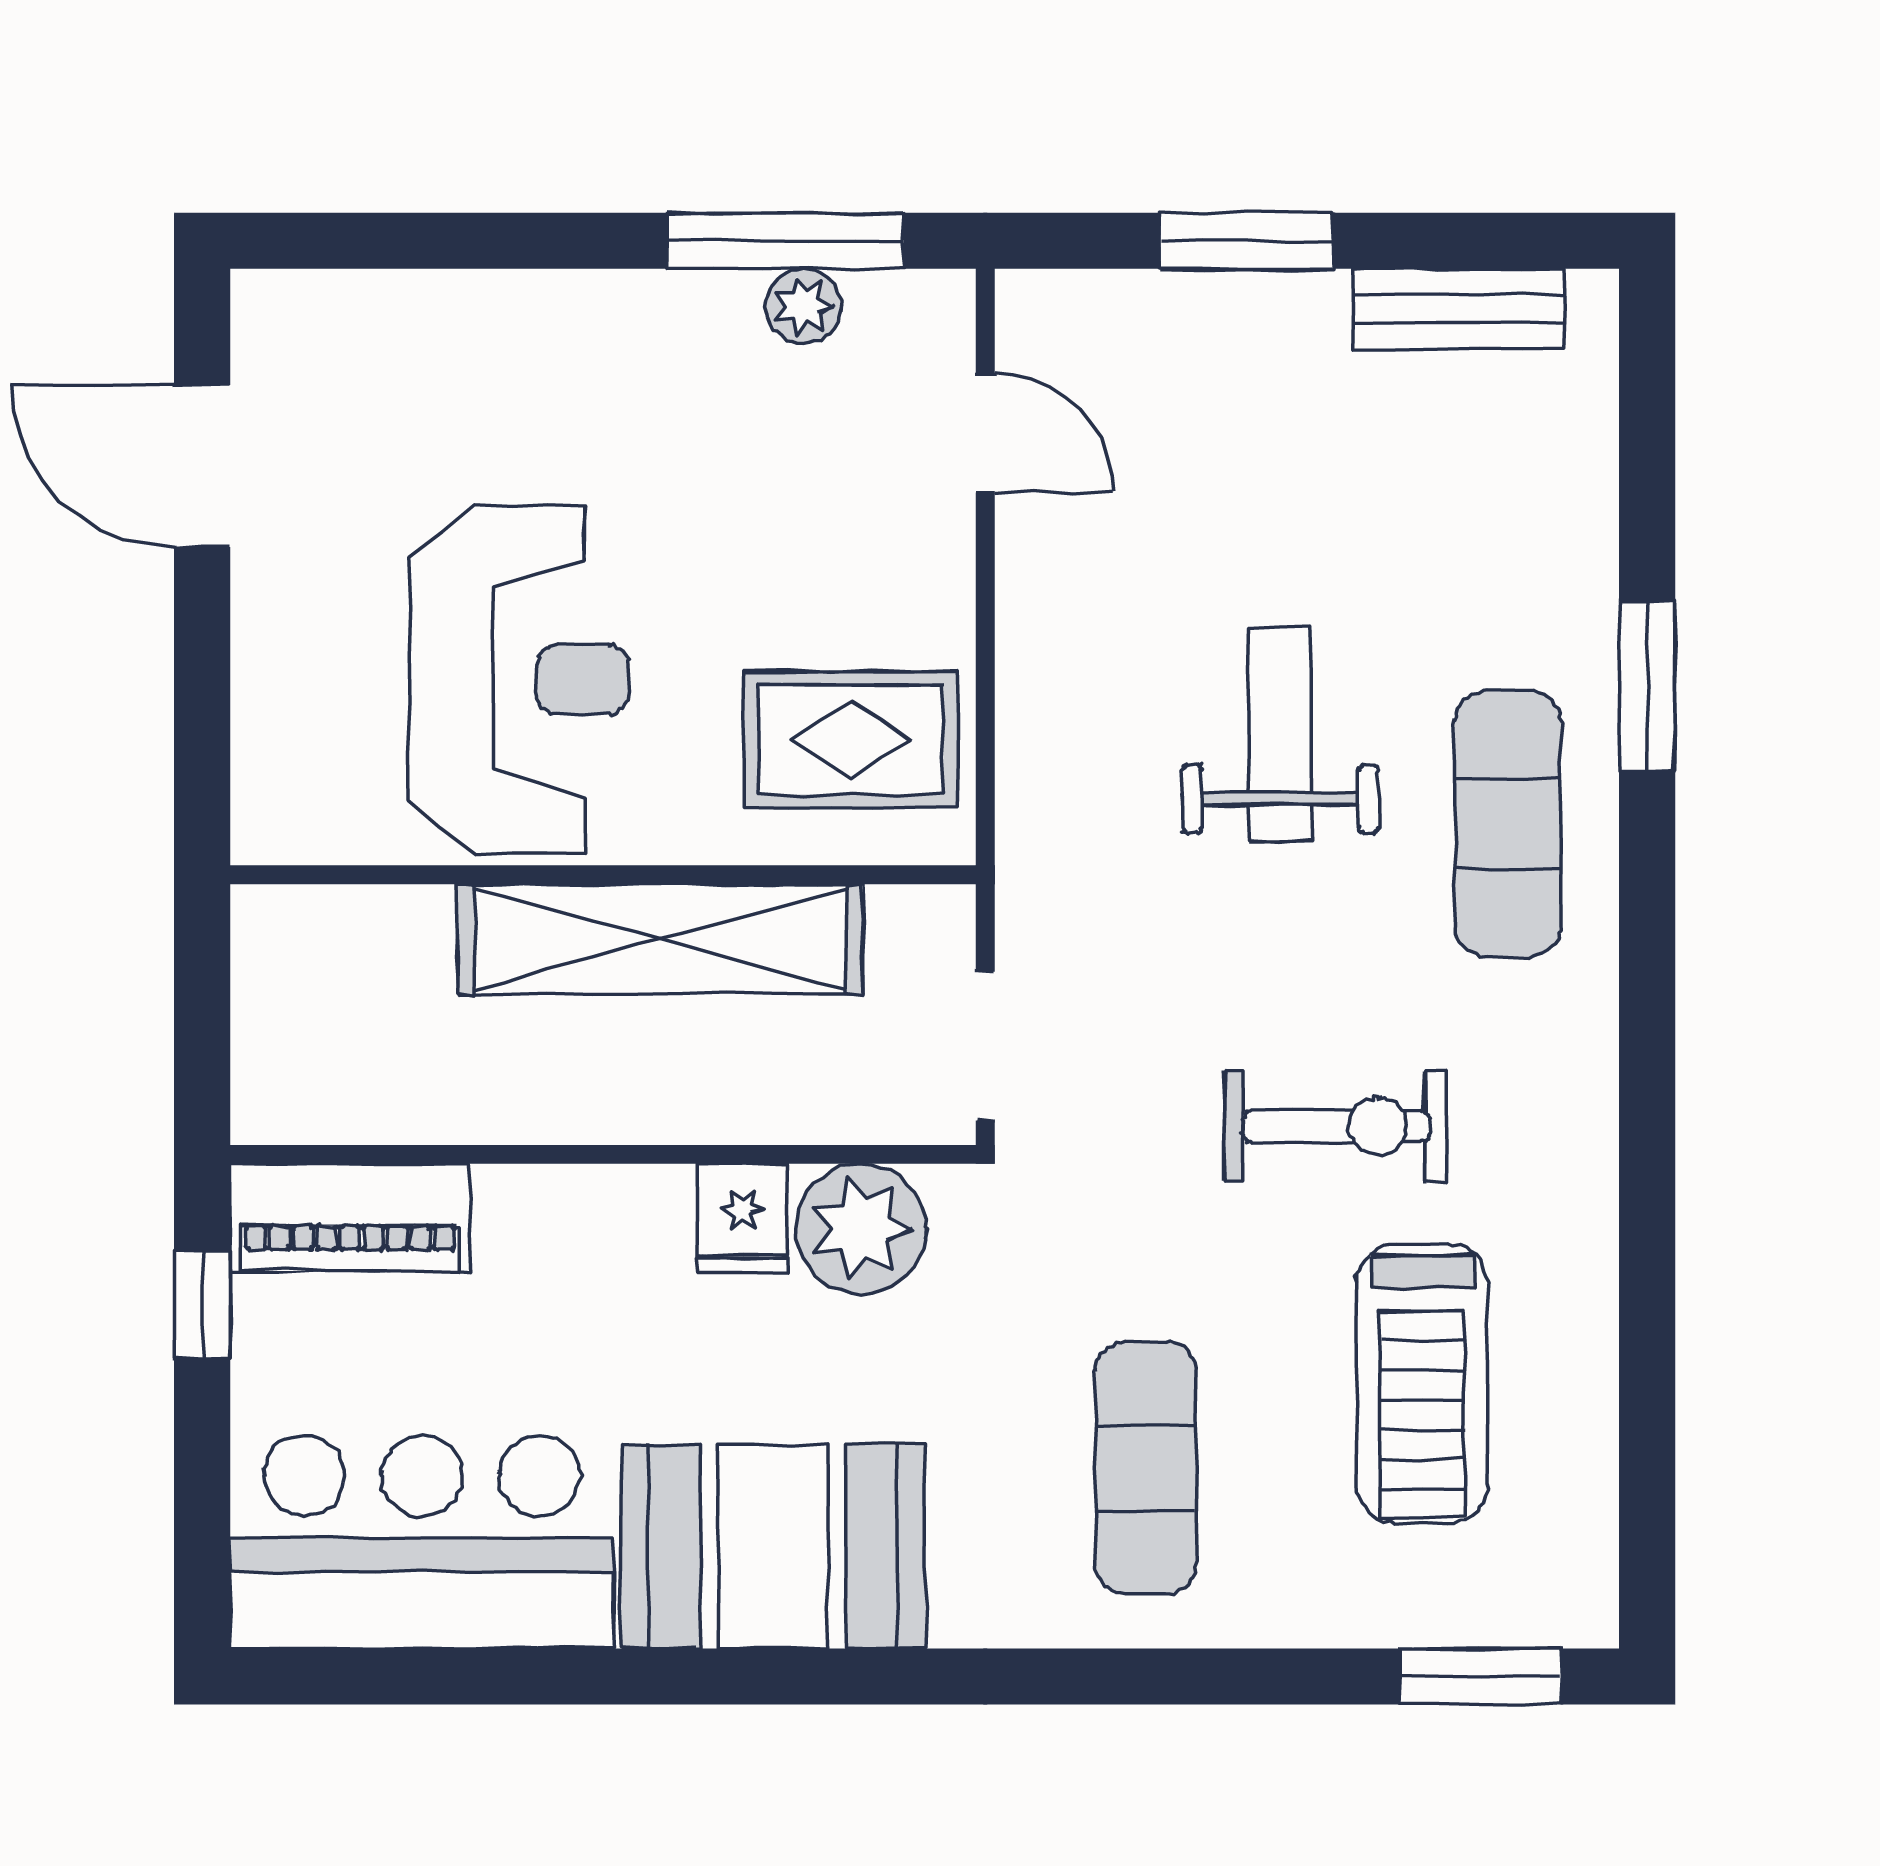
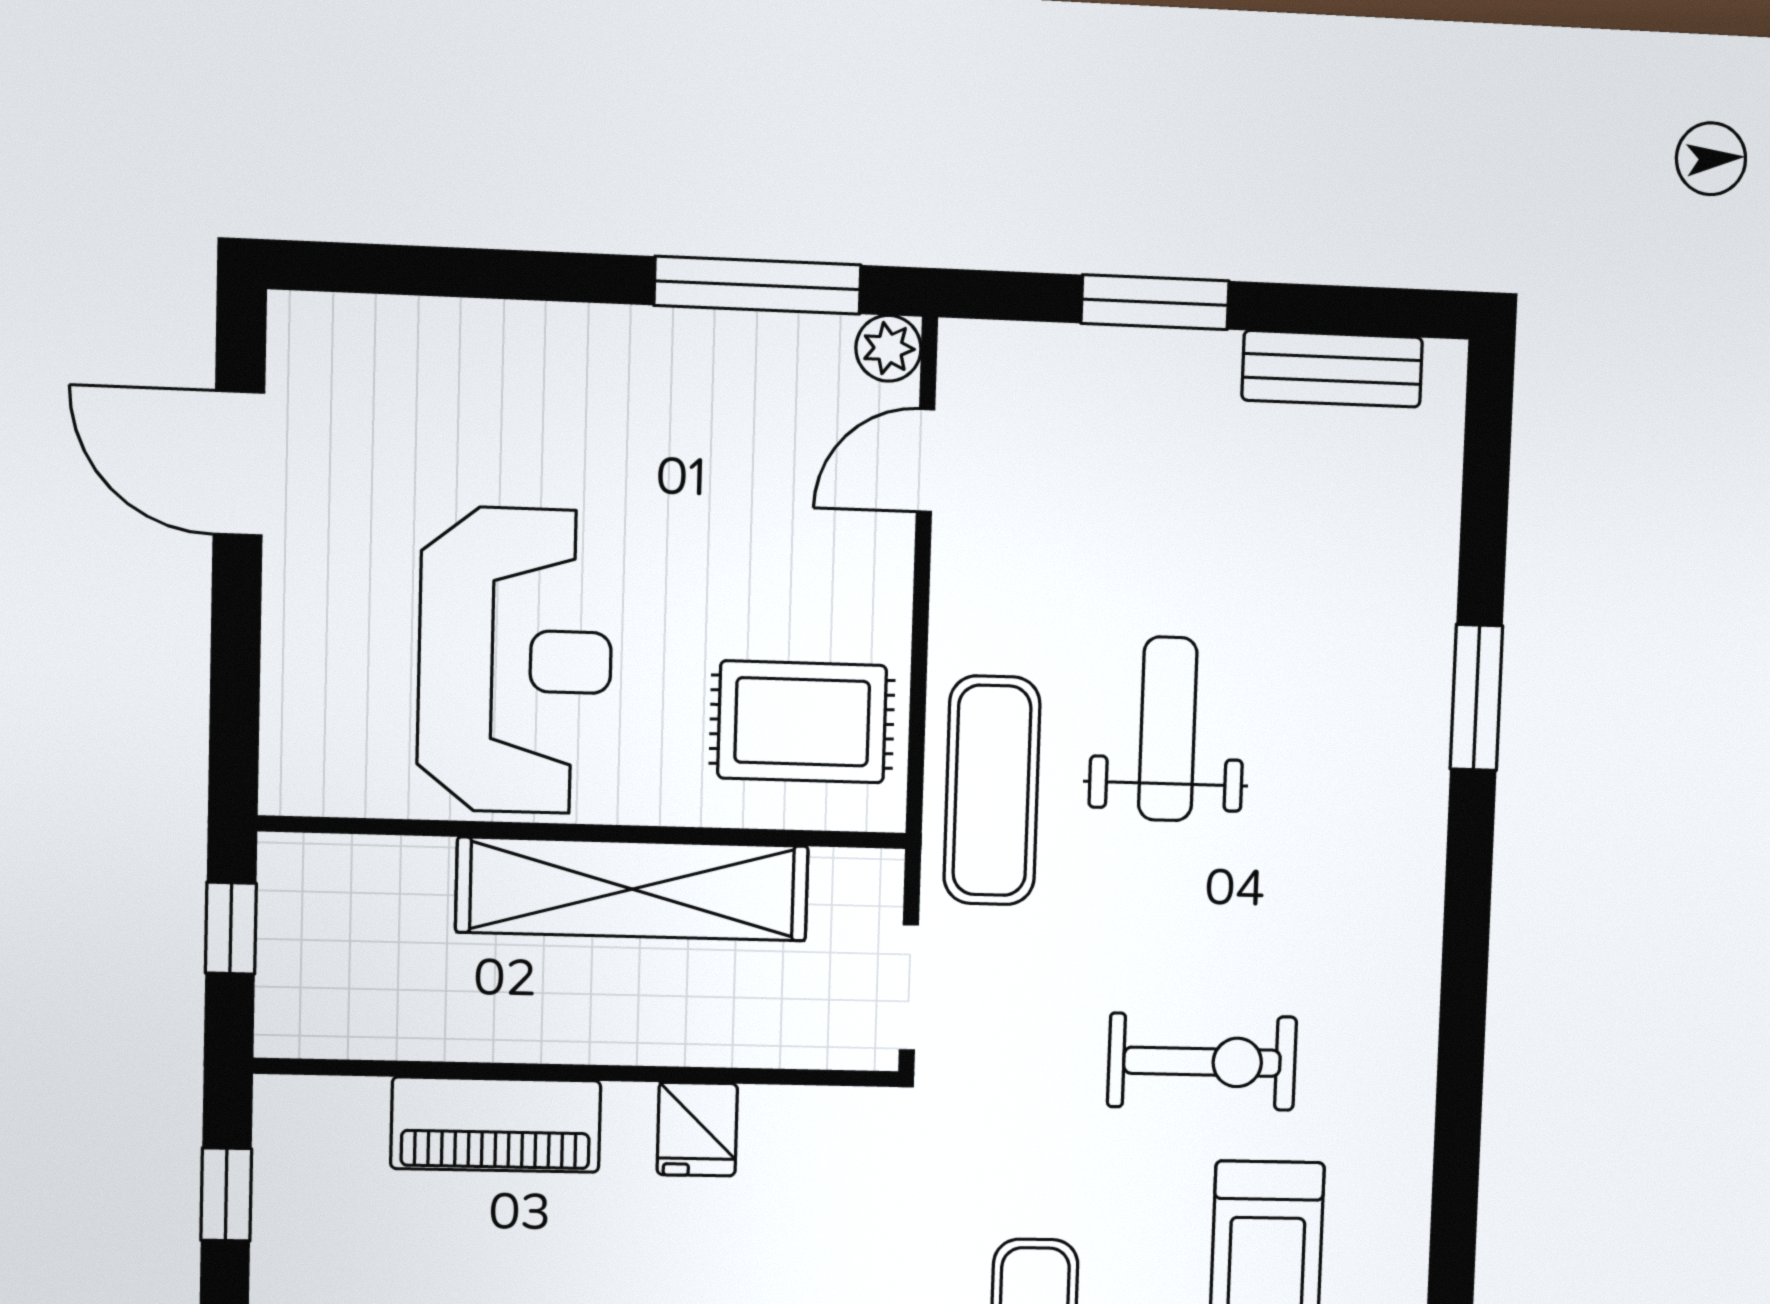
plant: (803, 306) -> (888, 348), moved
door: (985, 433) -> (925, 460), swing flipped
exercise mat: (1508, 823) -> (992, 790), moved
window: (202, 996) -> (231, 928), added
piano: (350, 1217) -> (496, 1125), moved
plant: (861, 1229) -> (798, 1140), removed

